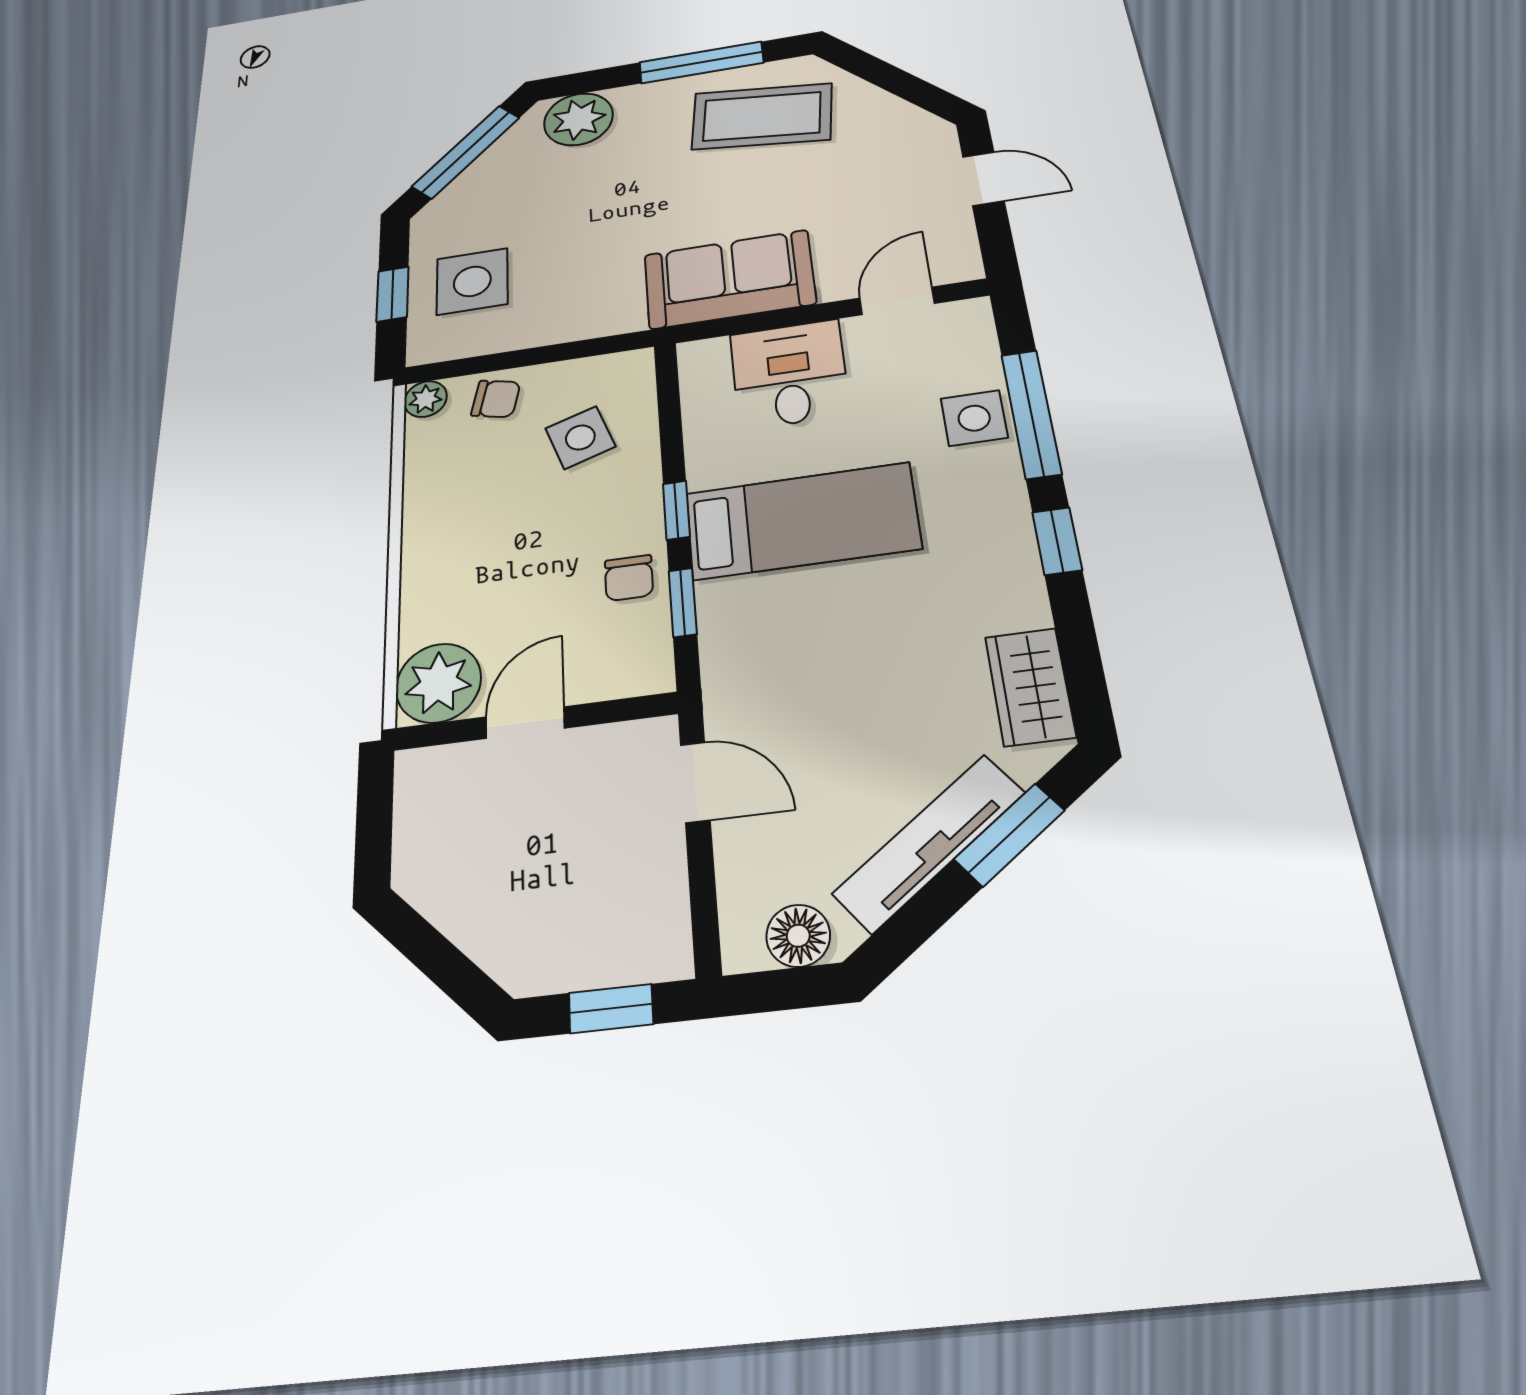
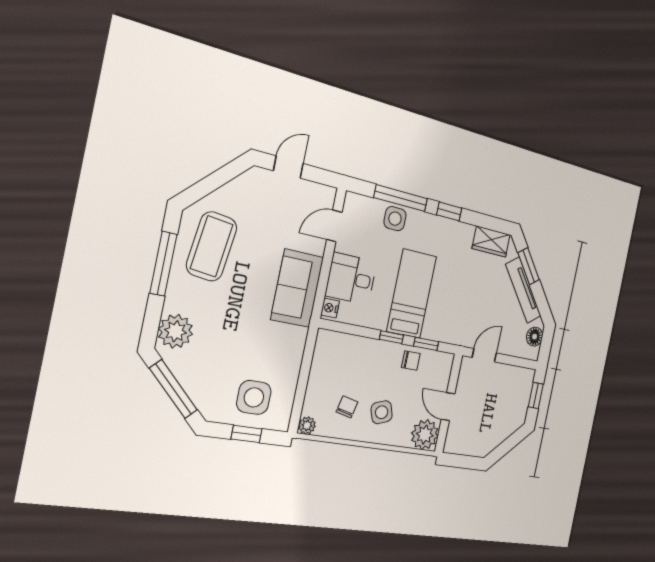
door: (897, 301) -> (334, 226), hinge flipped
nightstand: (706, 355) -> (330, 308), added
chair: (496, 399) -> (347, 407), moved
side table: (580, 437) -> (382, 412), moved

